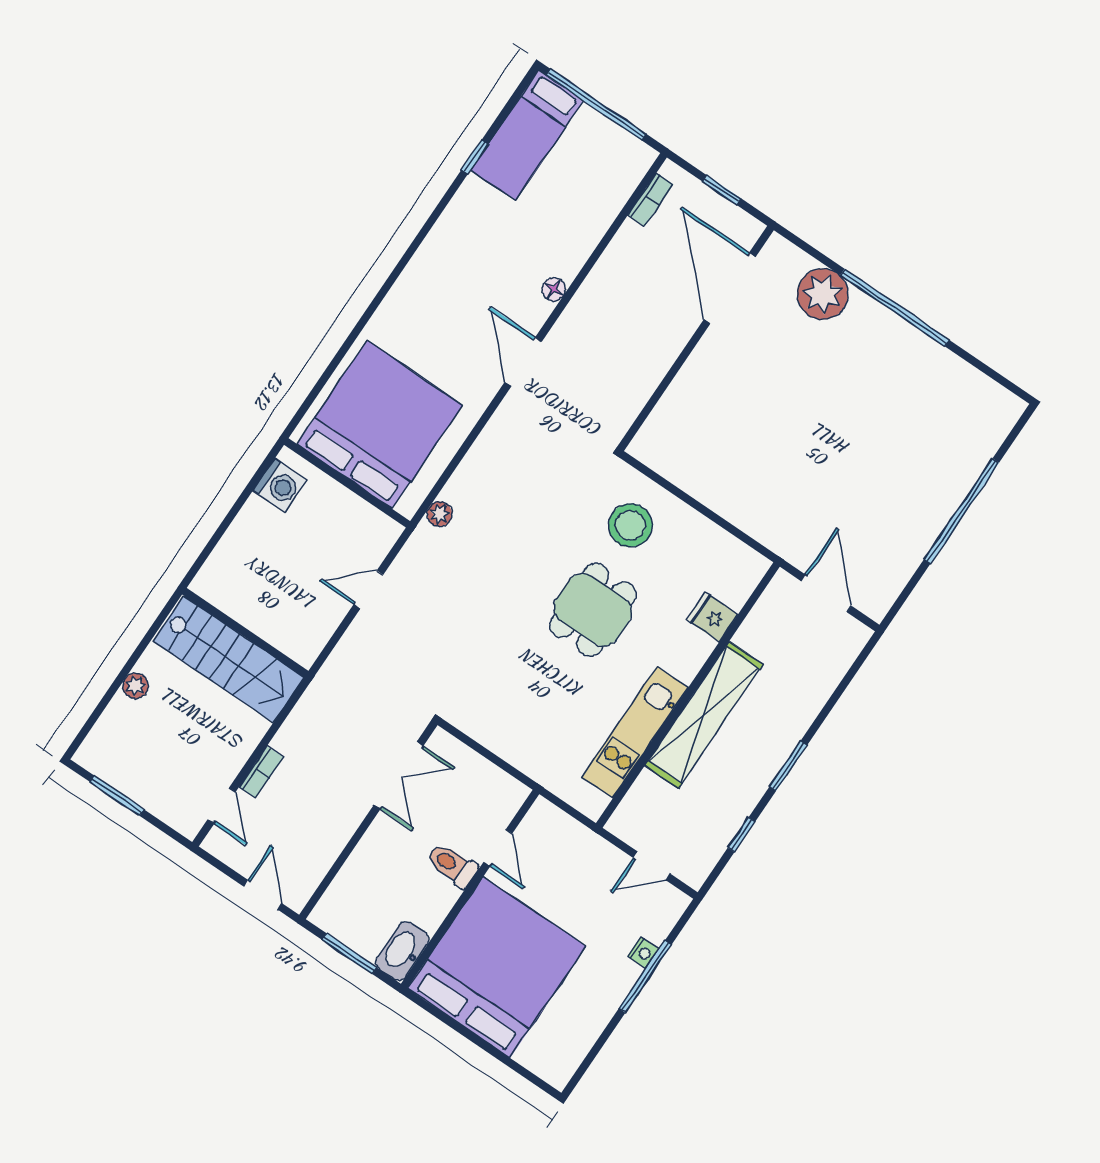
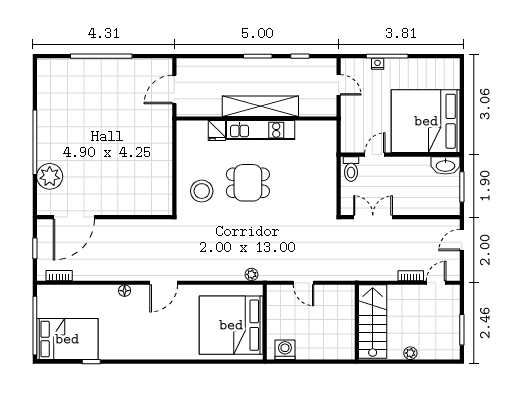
bed: (527, 135) -> (67, 339), width x1.50
kitchen unit: (635, 732) -> (261, 130), moved
toilet: (452, 865) -> (351, 169), moved

